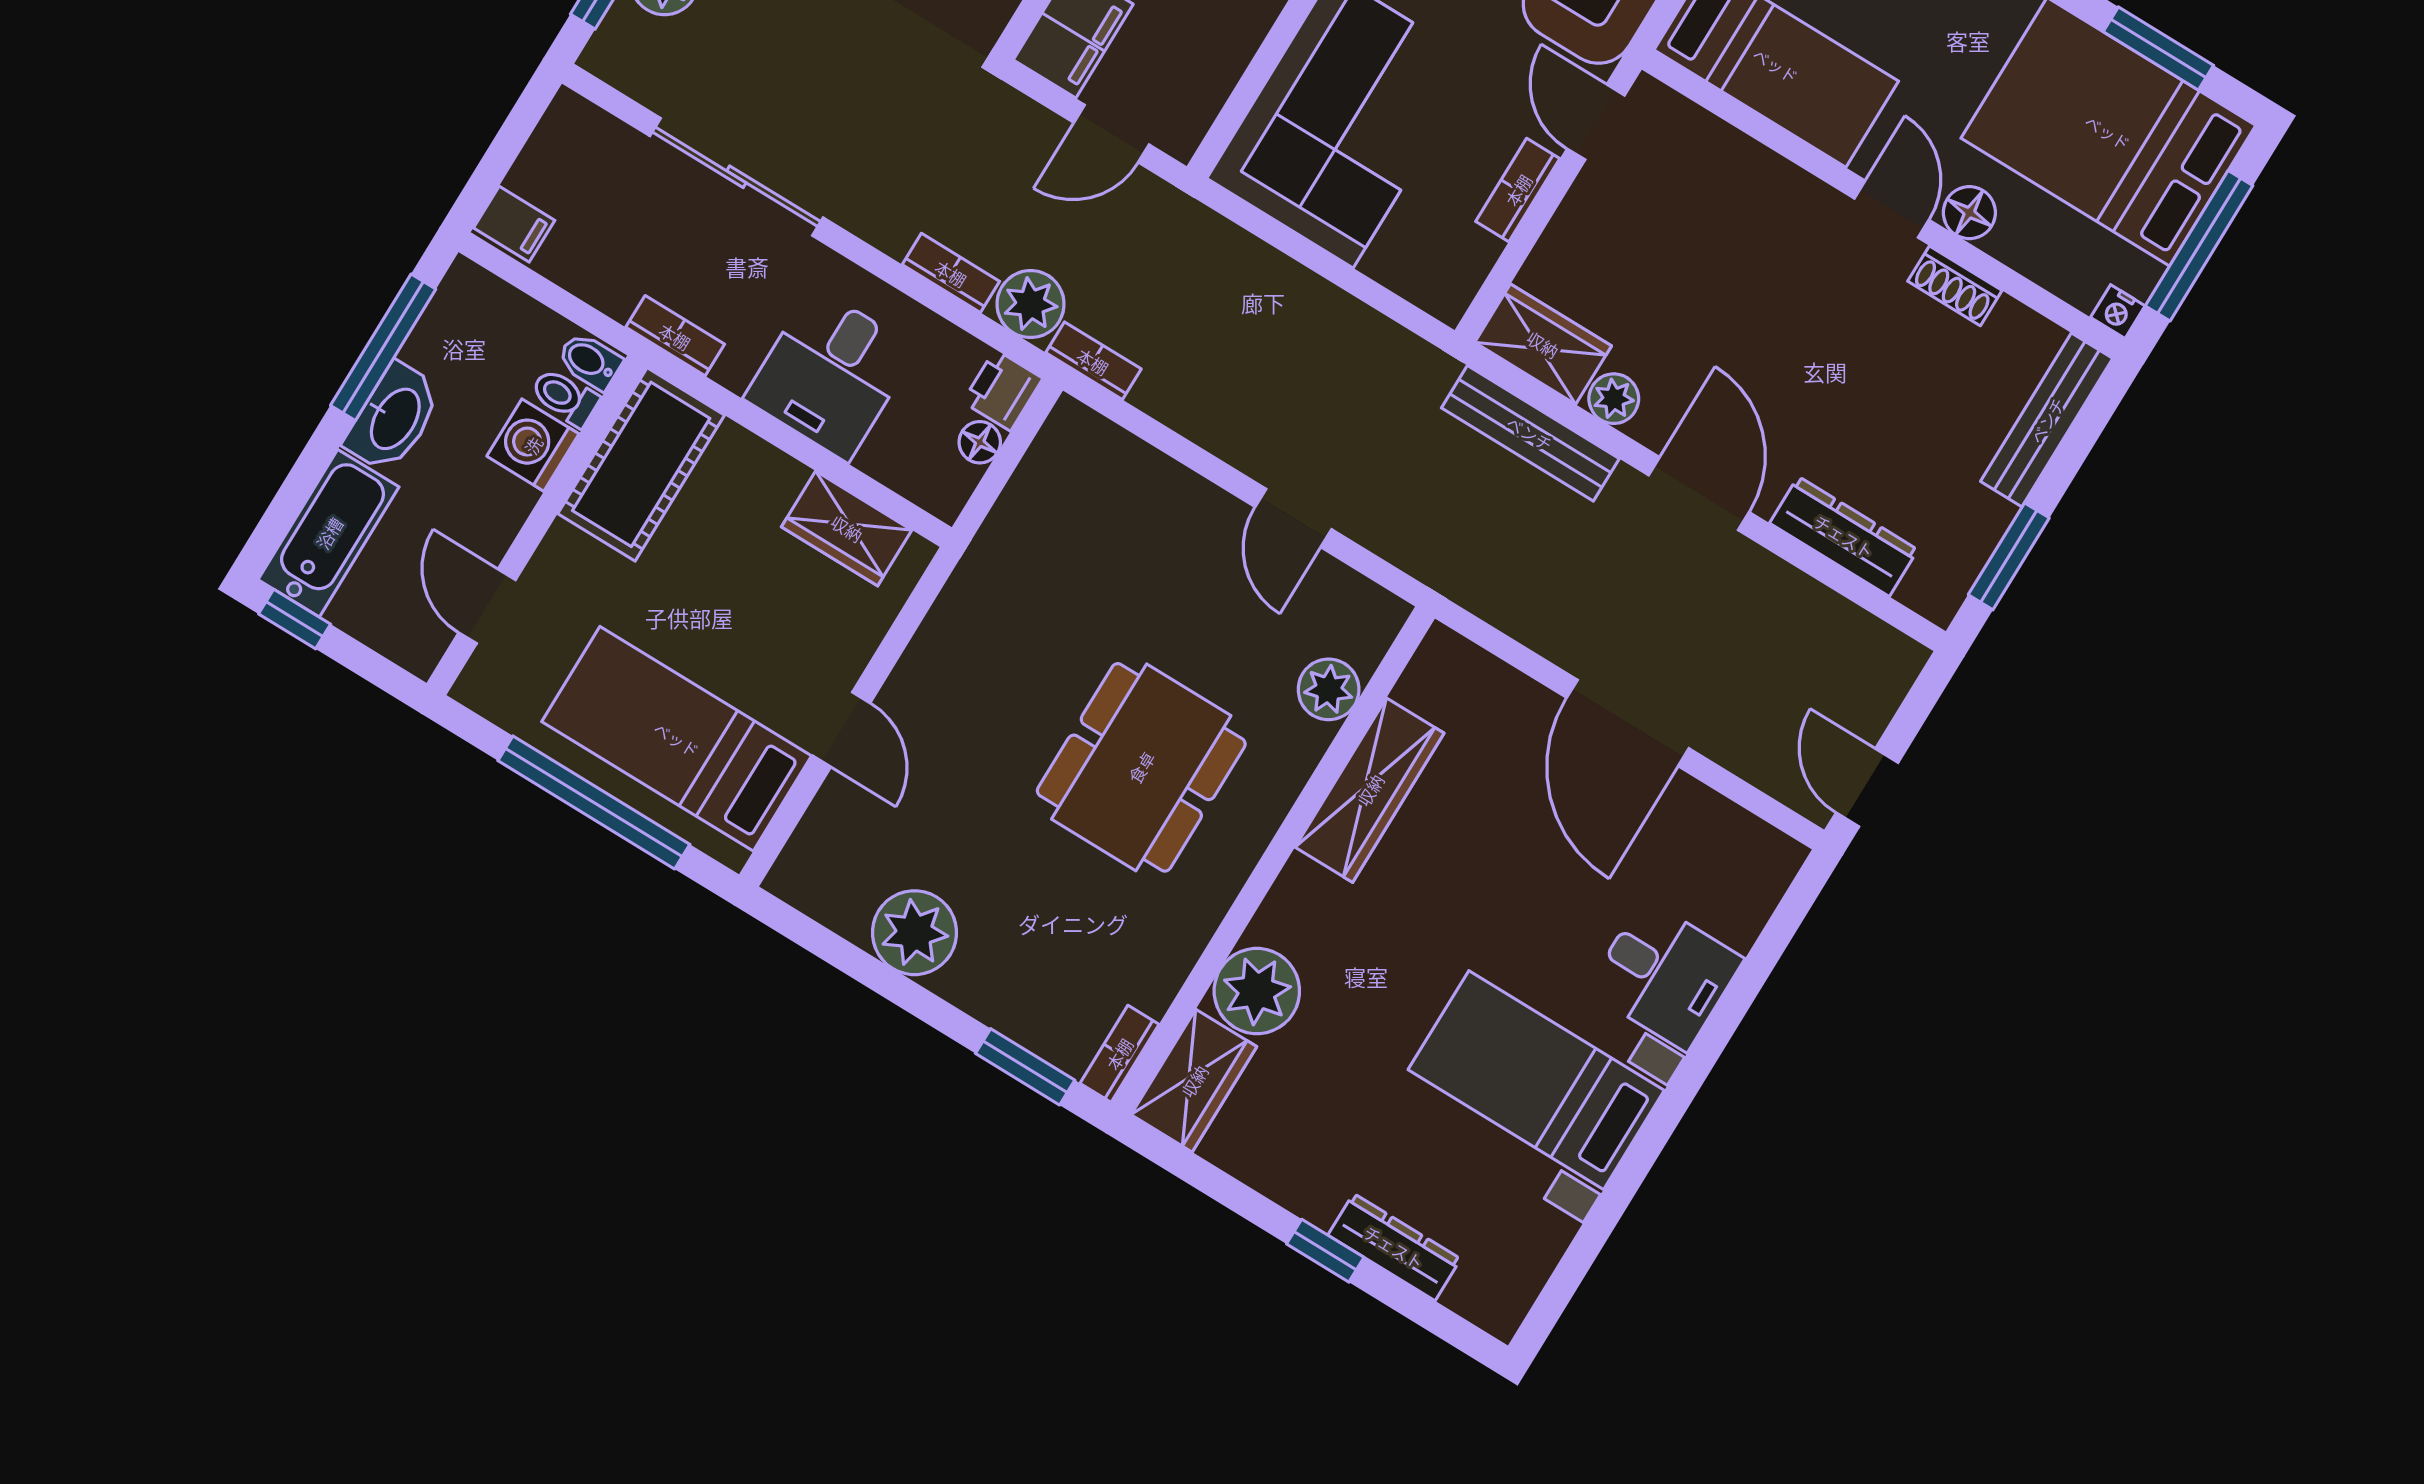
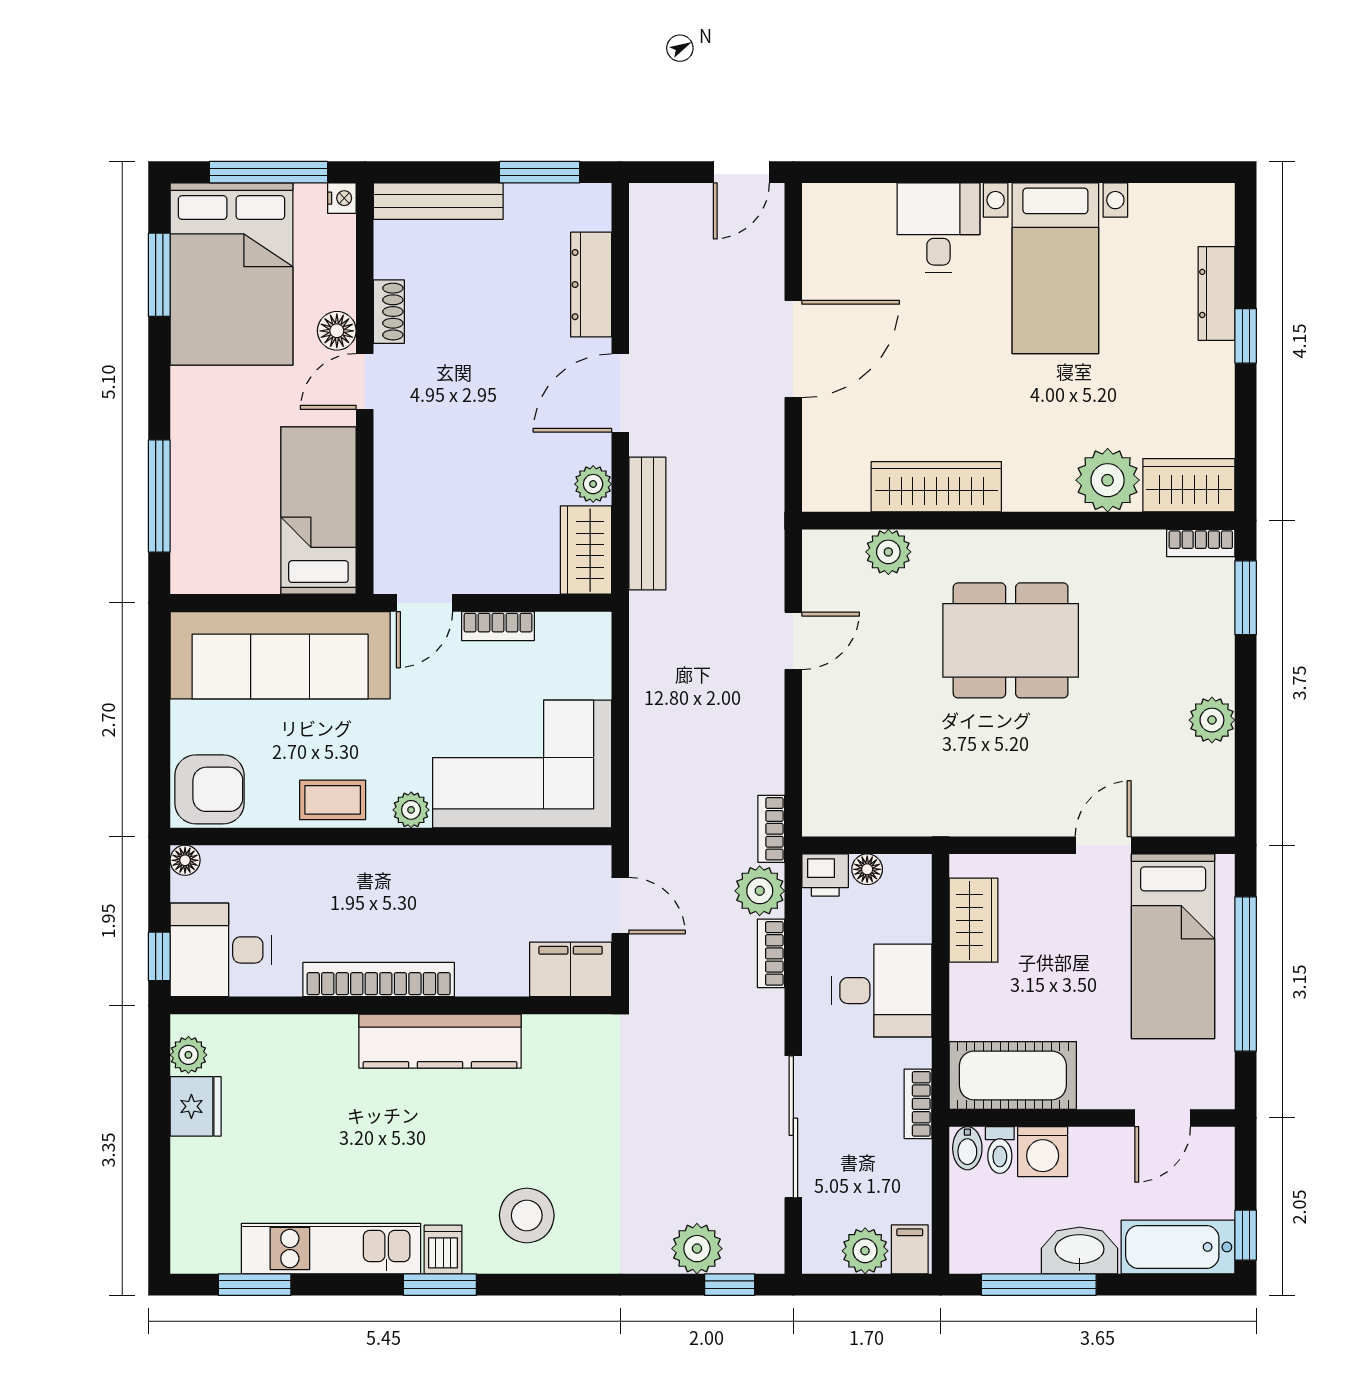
plant: (544, 172) -> (865, 1251), added
plant: (914, 933) -> (1212, 720), width x0.73, depth x0.73

